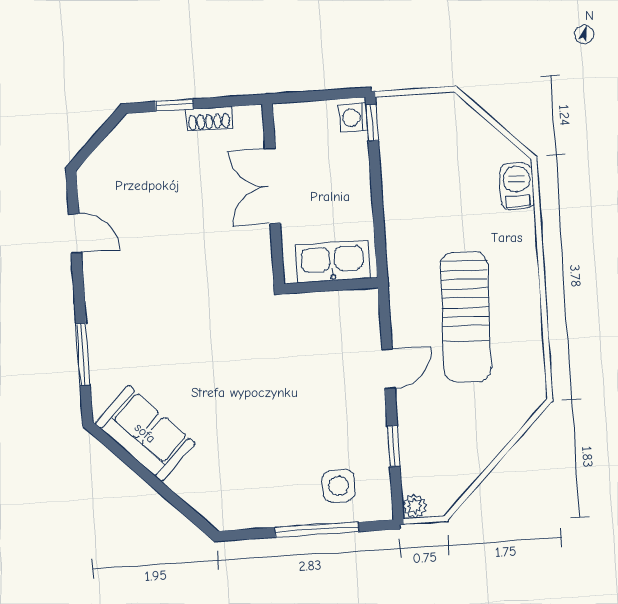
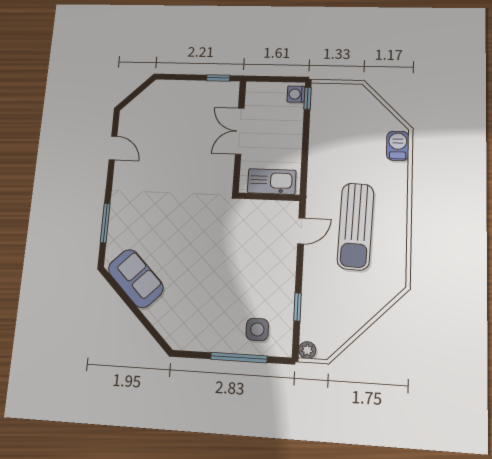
window: (174, 105) -> (218, 78), moved
shoe rack: (209, 119) -> (206, 87), removed
door: (388, 369) -> (301, 231), moved

